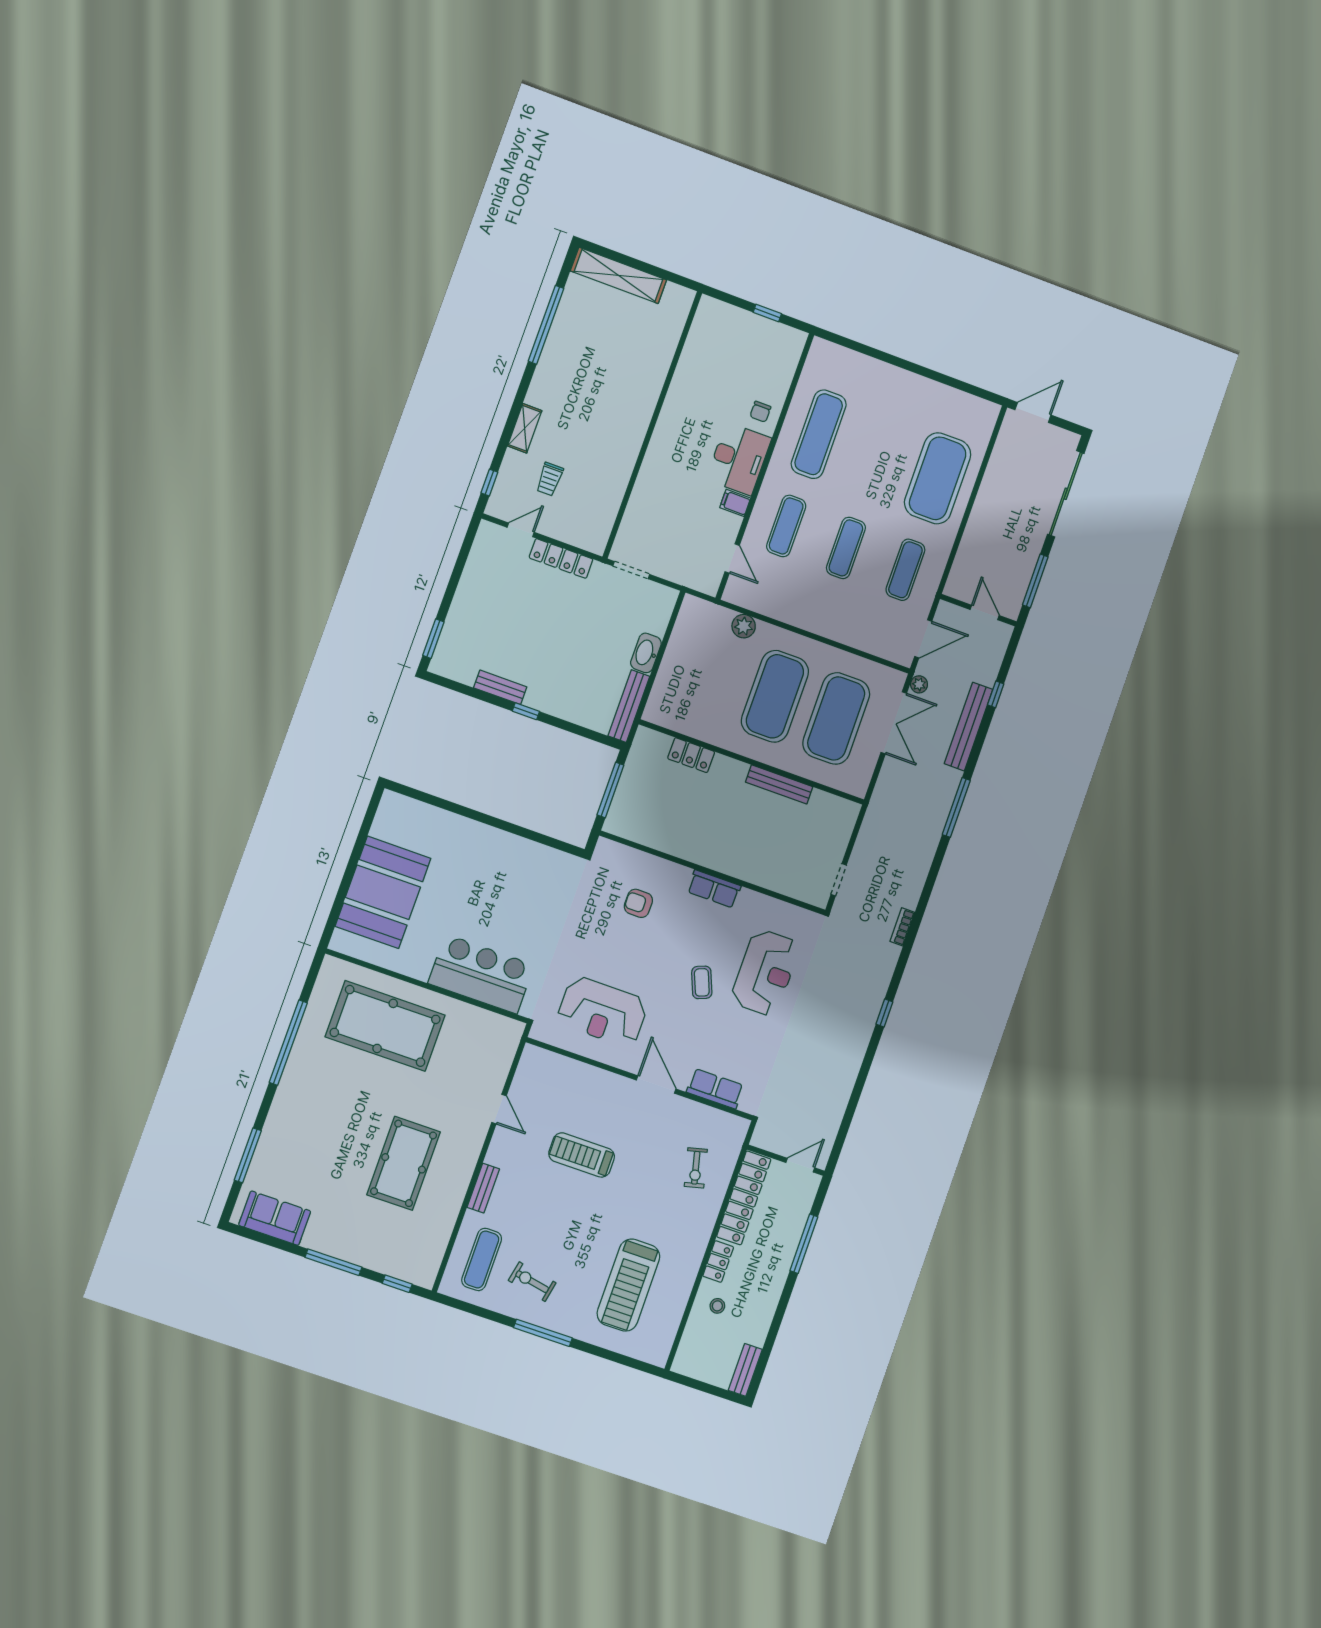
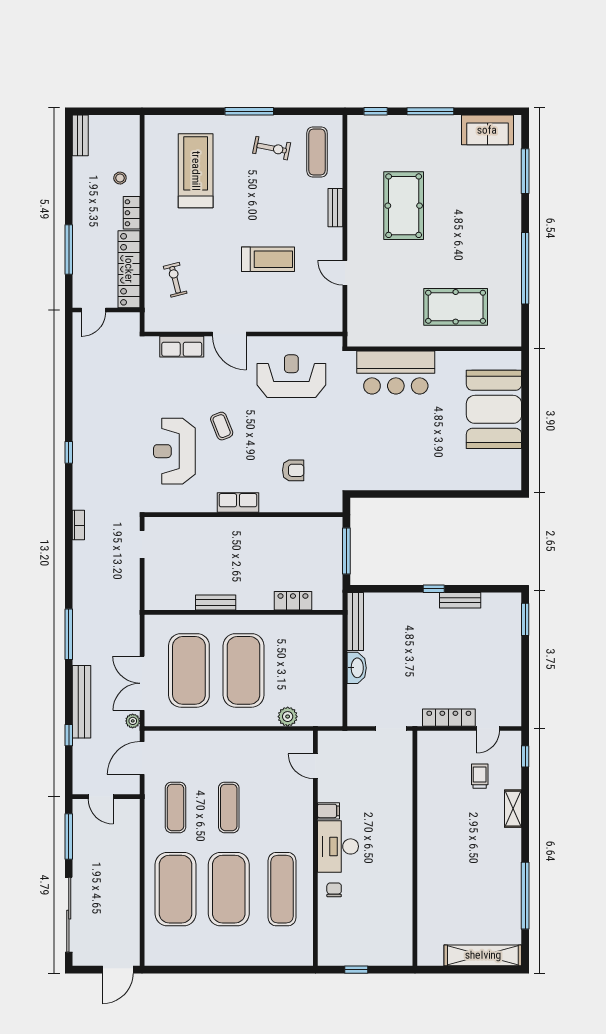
exercise mat: (786, 526) -> (229, 889), moved, width x2.00, depth x1.45
bench: (779, 784) -> (216, 602), width x0.73
pool table: (385, 1026) -> (456, 307), width x0.73, depth x0.76

